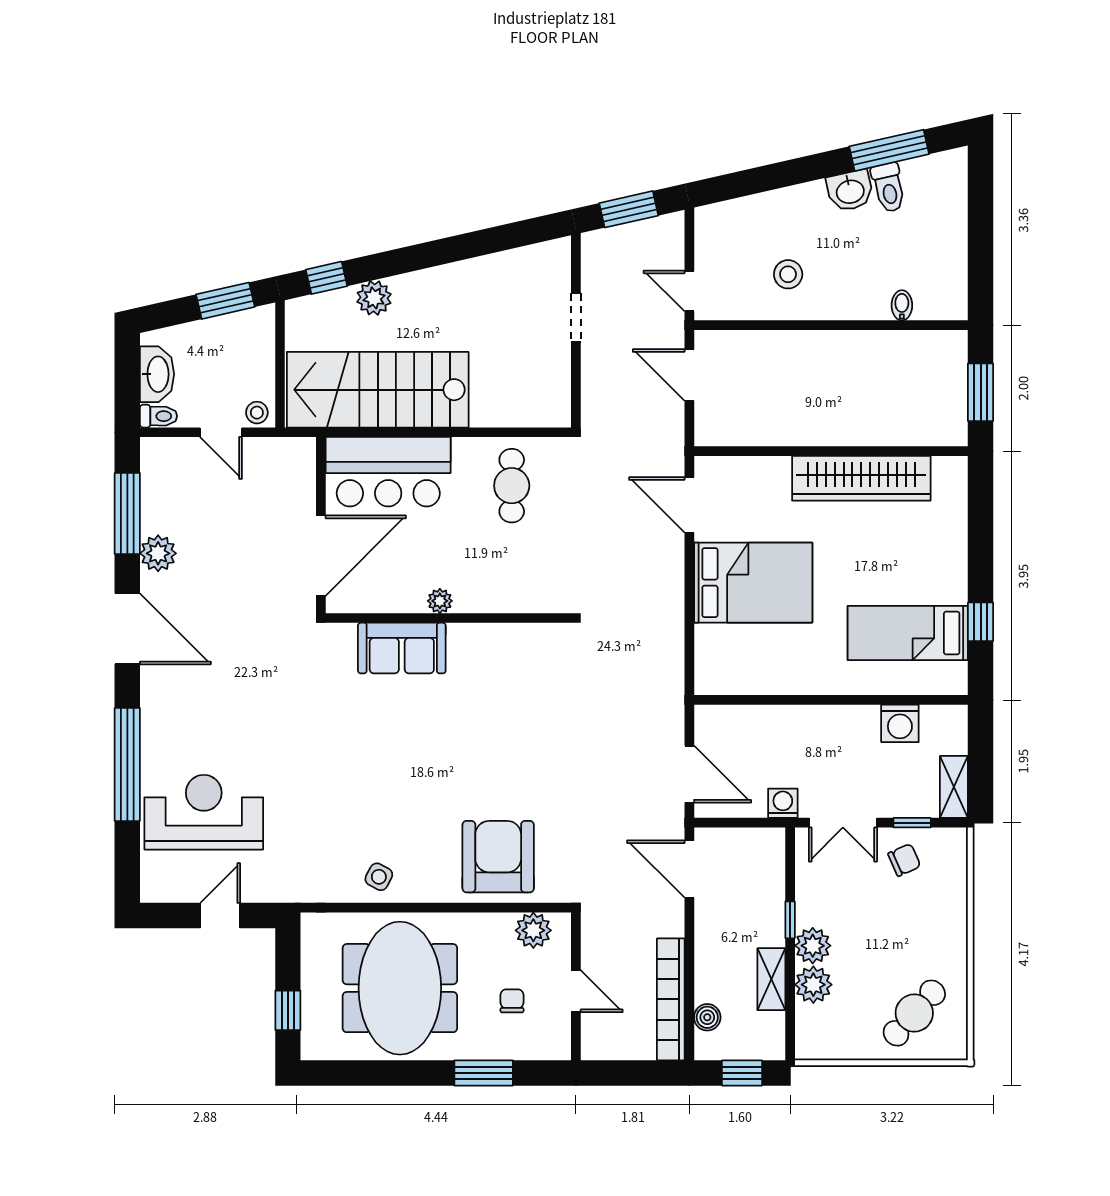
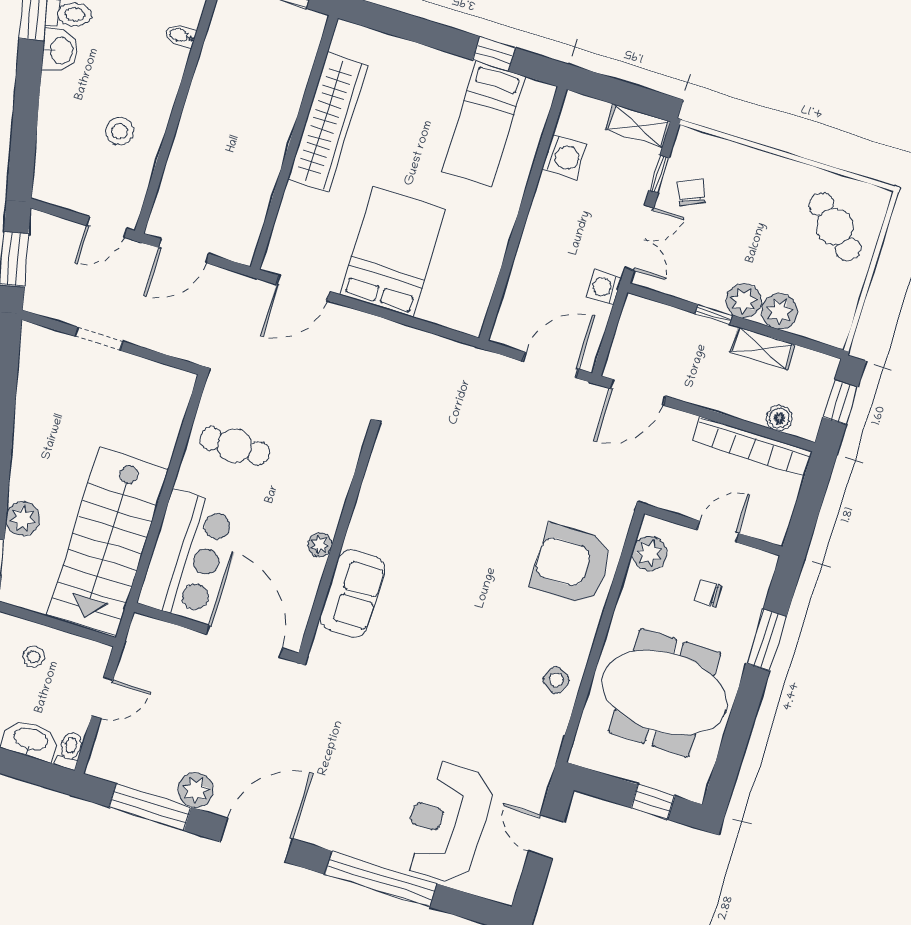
stool: (257, 413) -> (34, 657), moved

